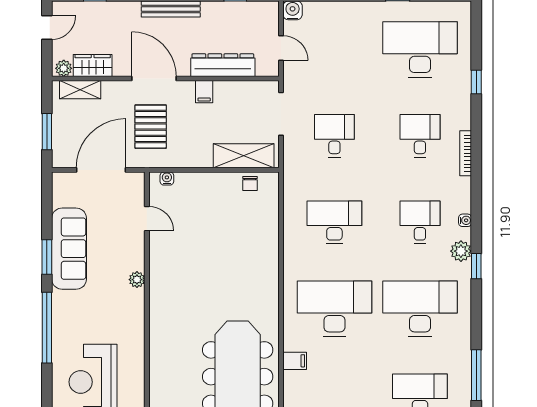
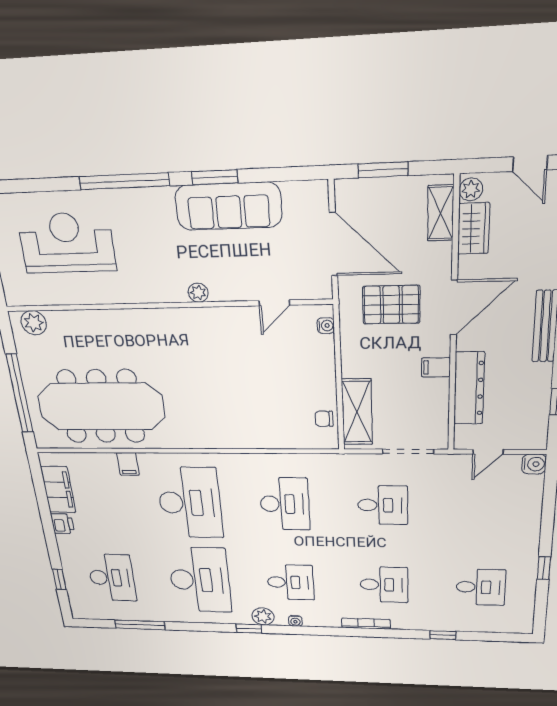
desk: (420, 49) -> (481, 587), width x0.53, depth x0.77

